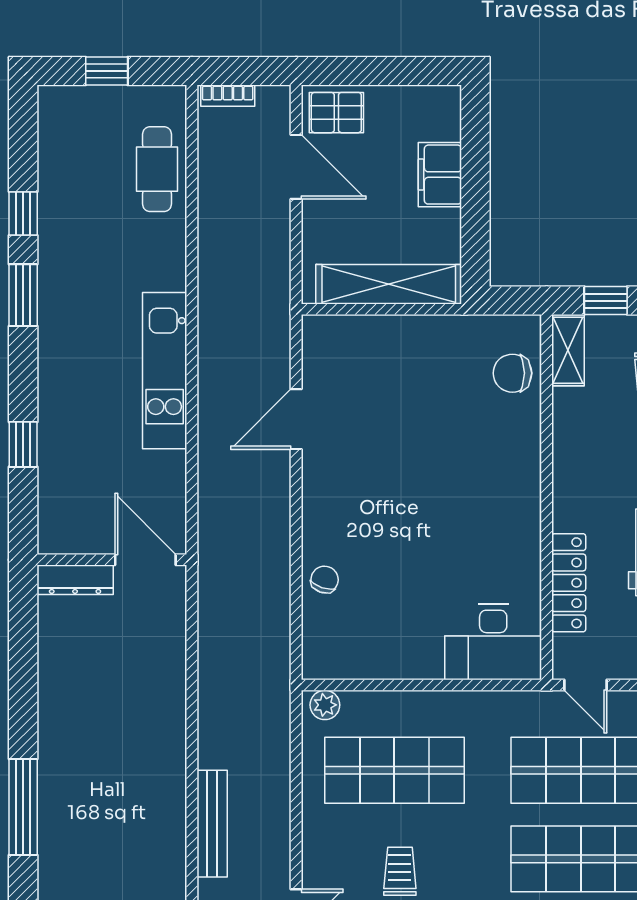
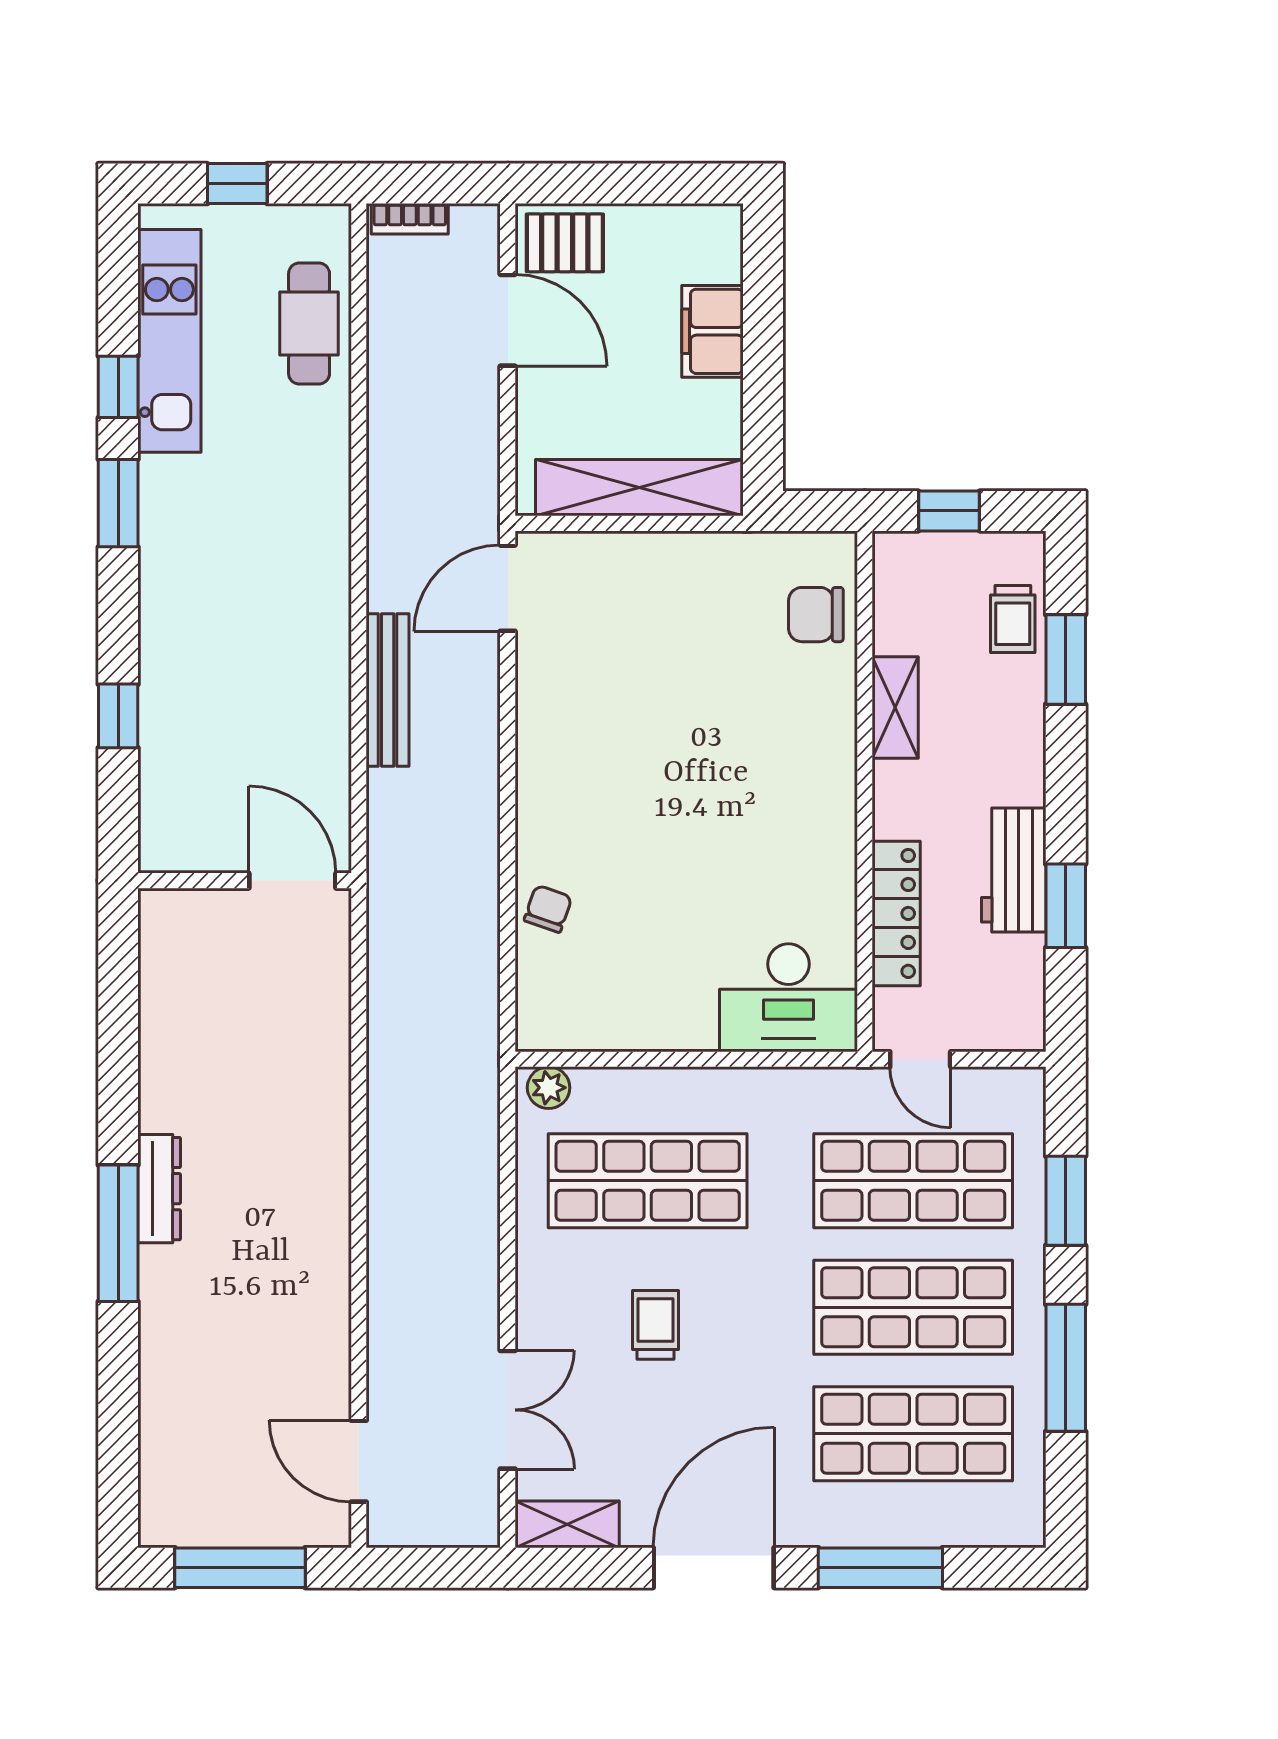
shelving: (568, 350) -> (895, 708), moved
kitchen unit: (165, 371) -> (169, 341), moved, turned 180
door: (296, 419) -> (508, 588), moved
dresser: (75, 580) -> (159, 1189), moved, turned -90
bench: (212, 824) -> (388, 690), moved

